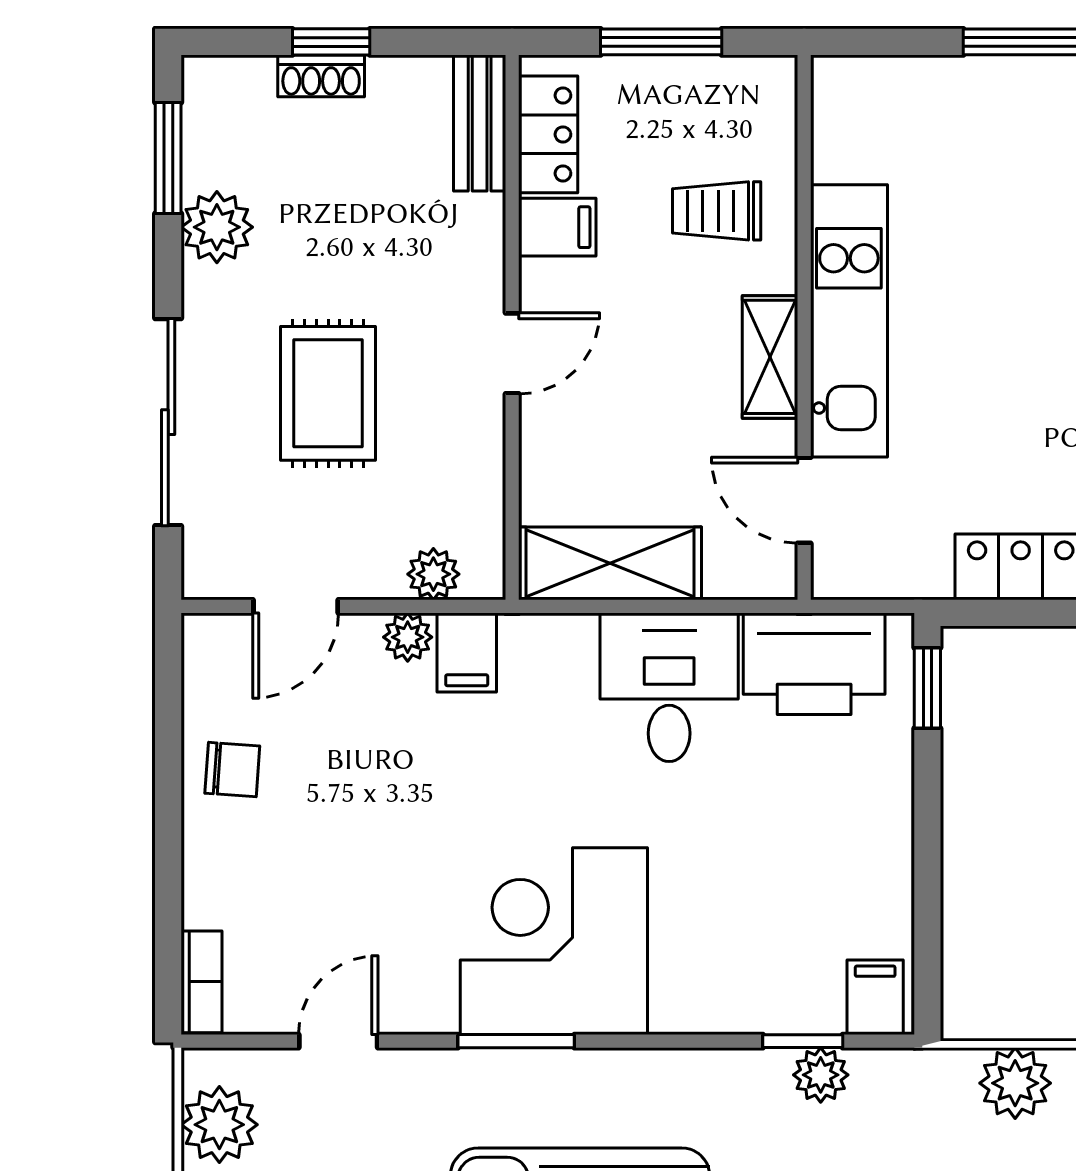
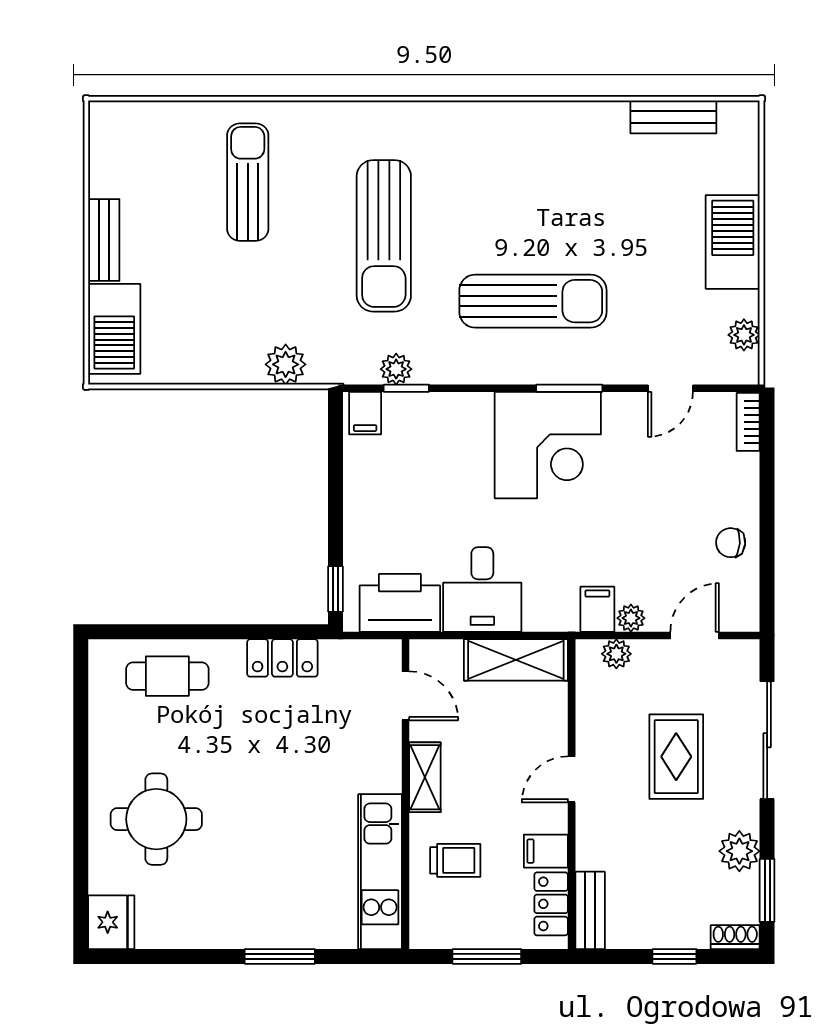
shoe rack: (321, 76) -> (735, 937), moved
kitchen unit: (849, 321) -> (380, 872), moved
plant: (219, 1125) -> (744, 335), width x0.73, depth x0.73

